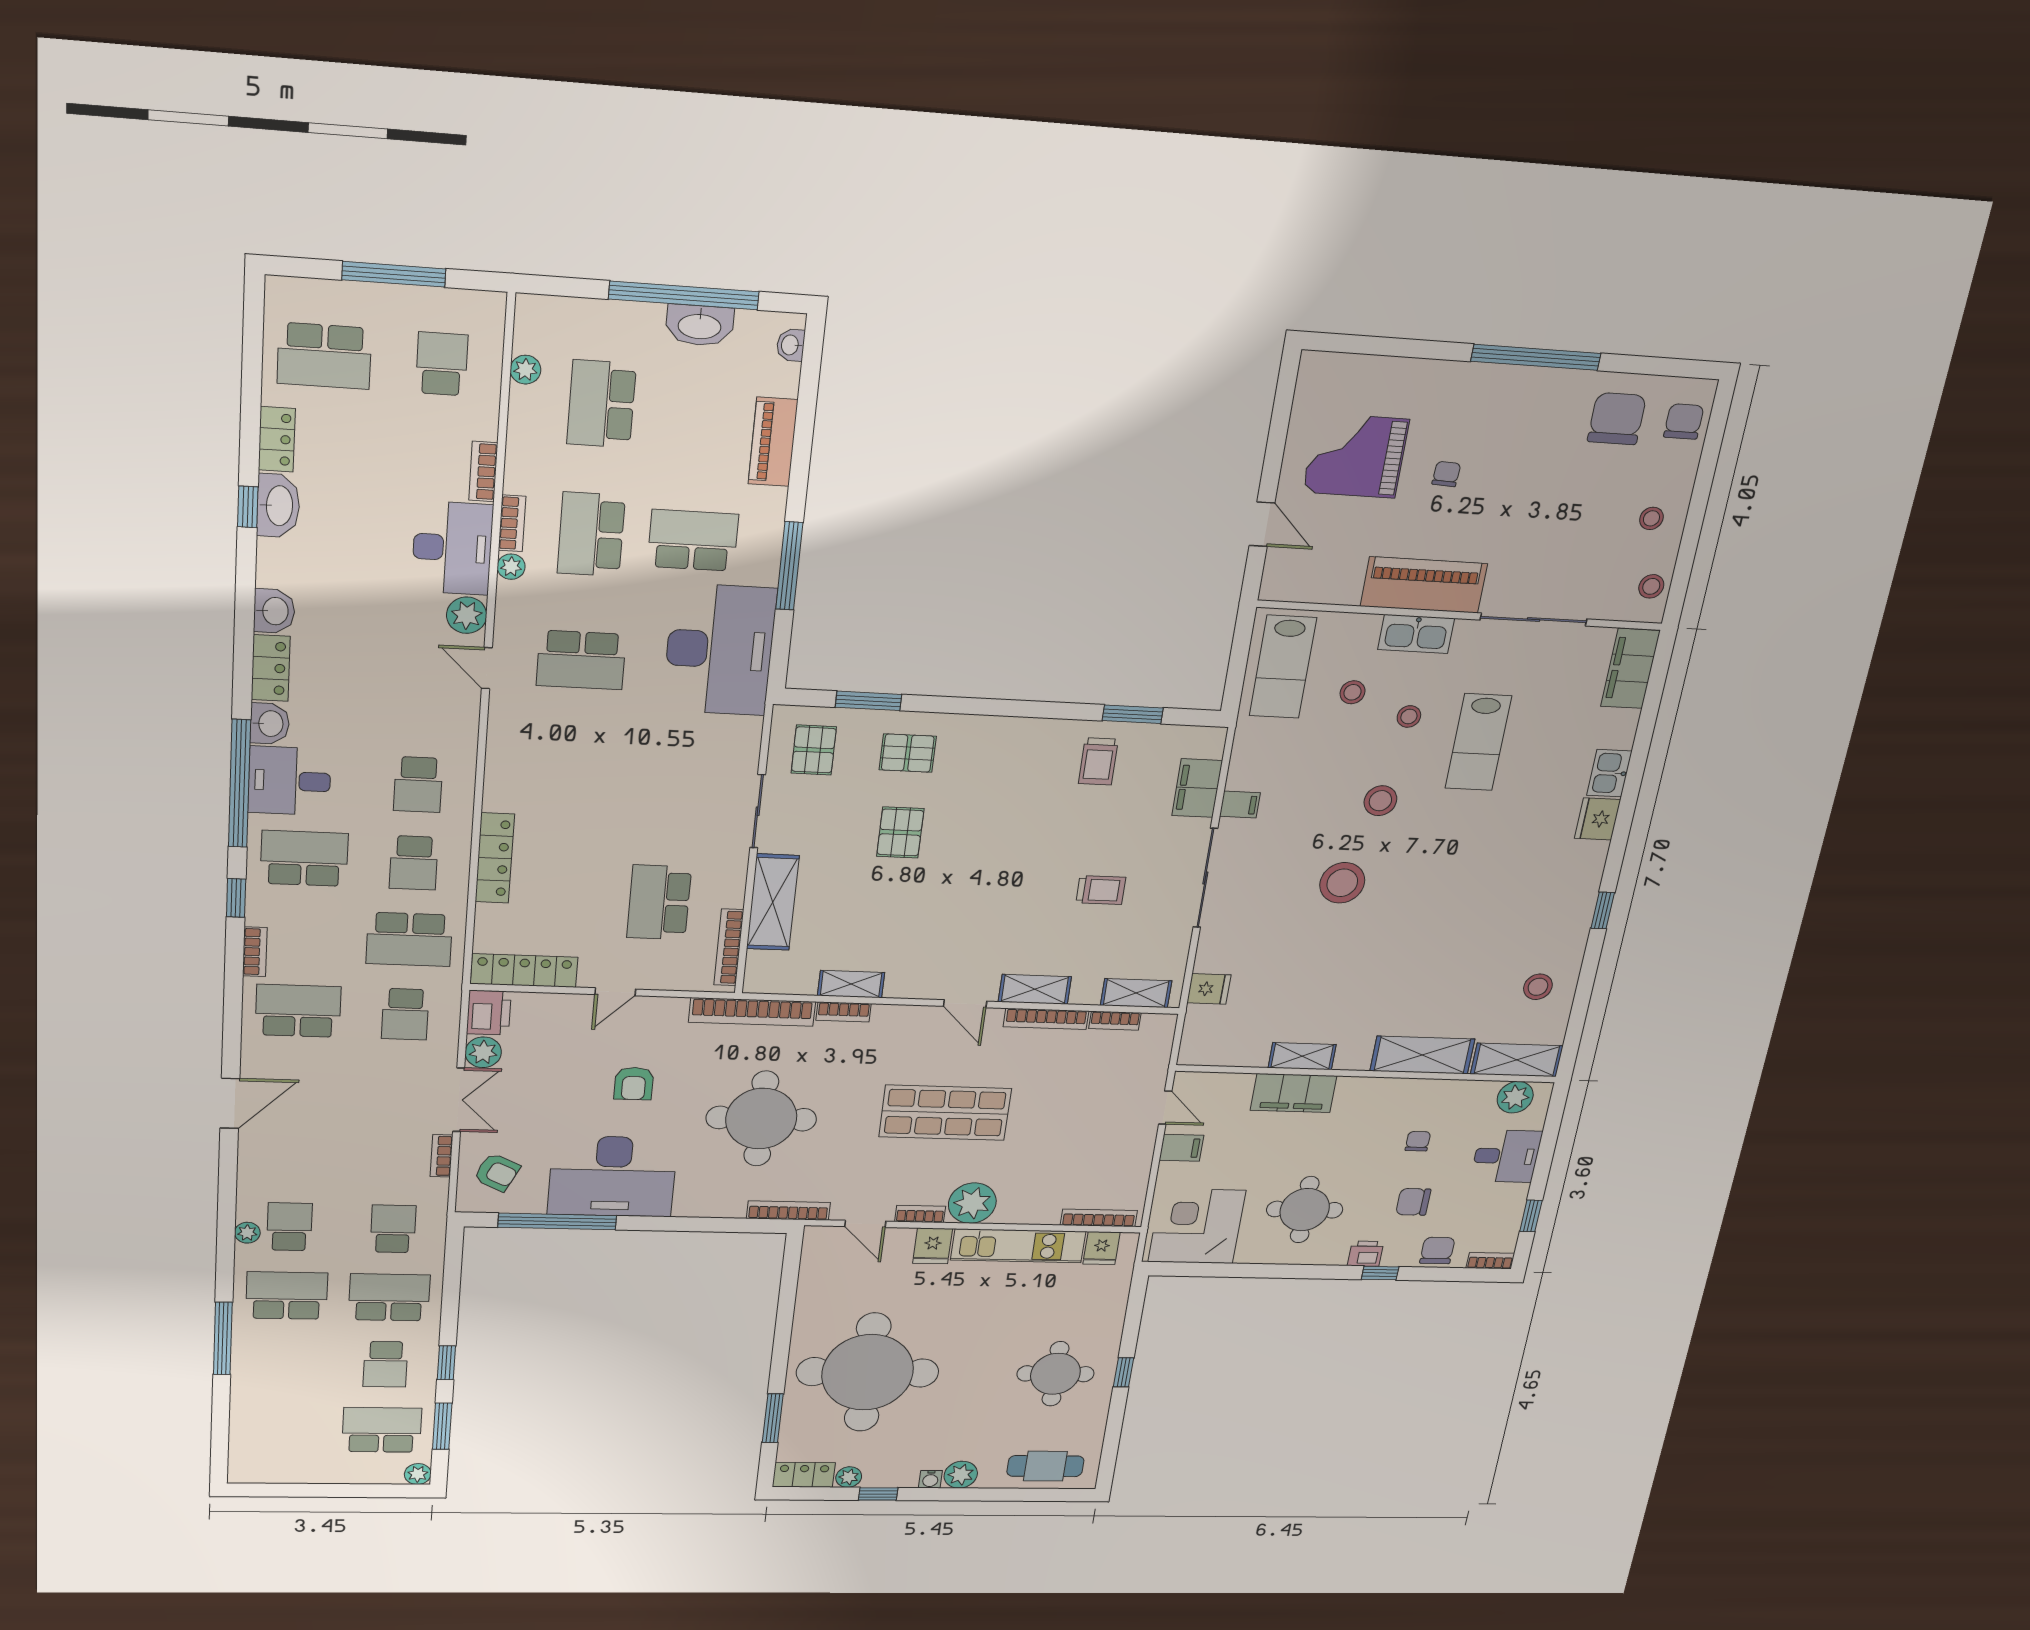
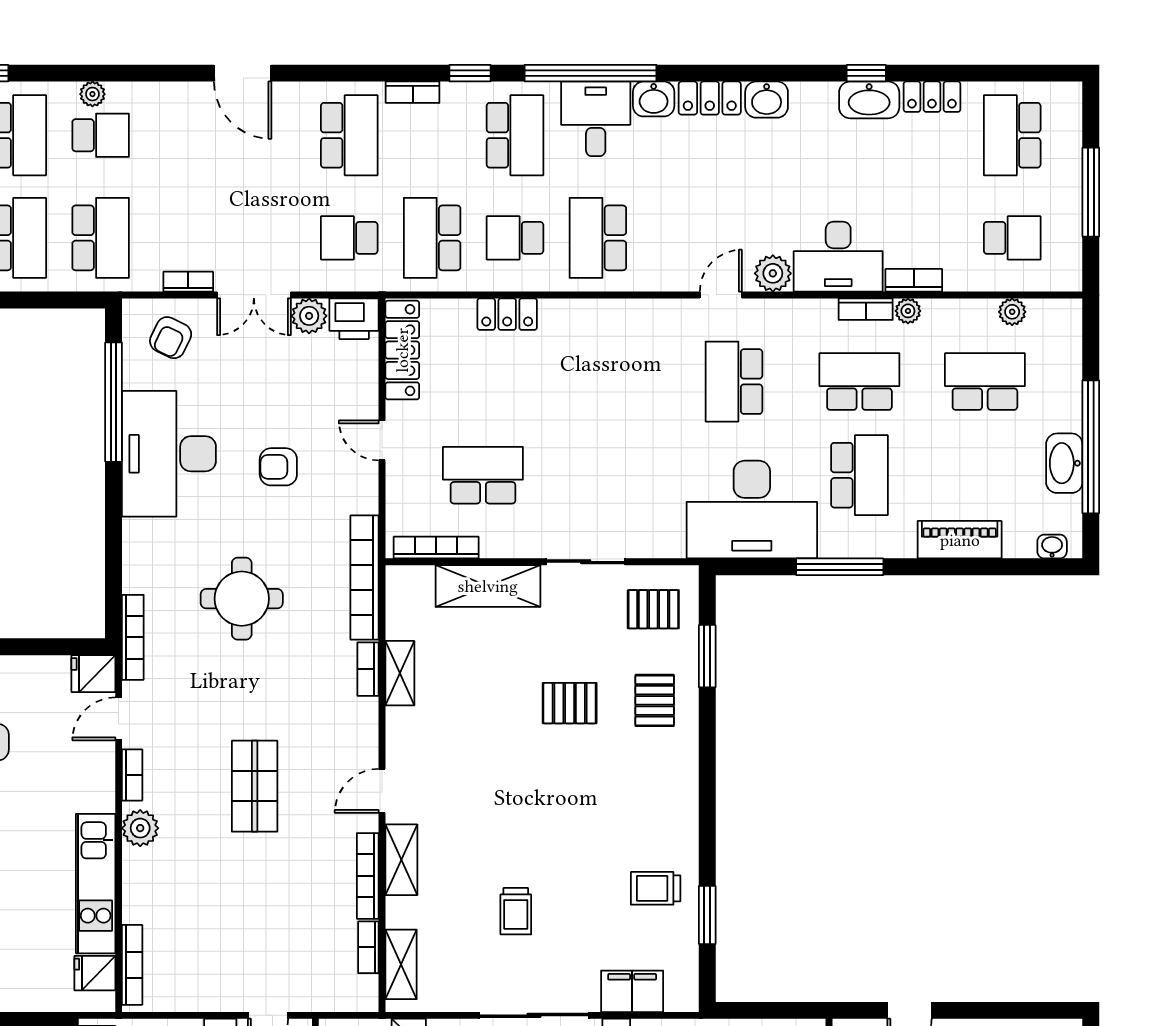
plant: (511, 567) -> (908, 311), moved
school desk: (418, 785) -> (598, 238), width x1.85
locker: (495, 858) -> (507, 314), width x0.66
shop shelf: (945, 1113) -> (255, 786), width x0.70, depth x0.74
round table: (761, 1119) -> (242, 599), width x0.73, depth x0.73
plant: (972, 1203) -> (140, 828), width x0.73, depth x0.73
school desk: (393, 1229) -> (101, 238), width x1.85
fridge: (933, 1246) -> (93, 674), moved

